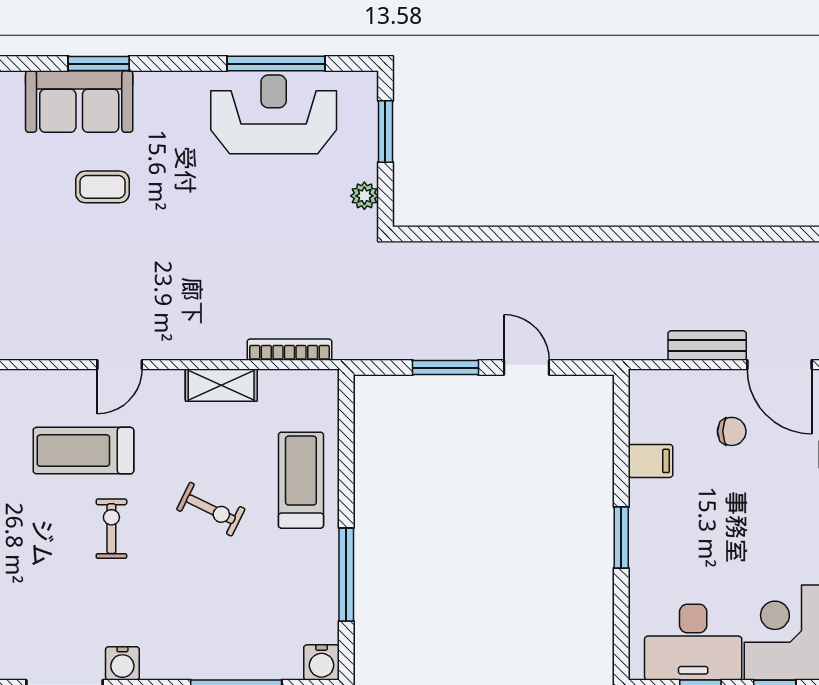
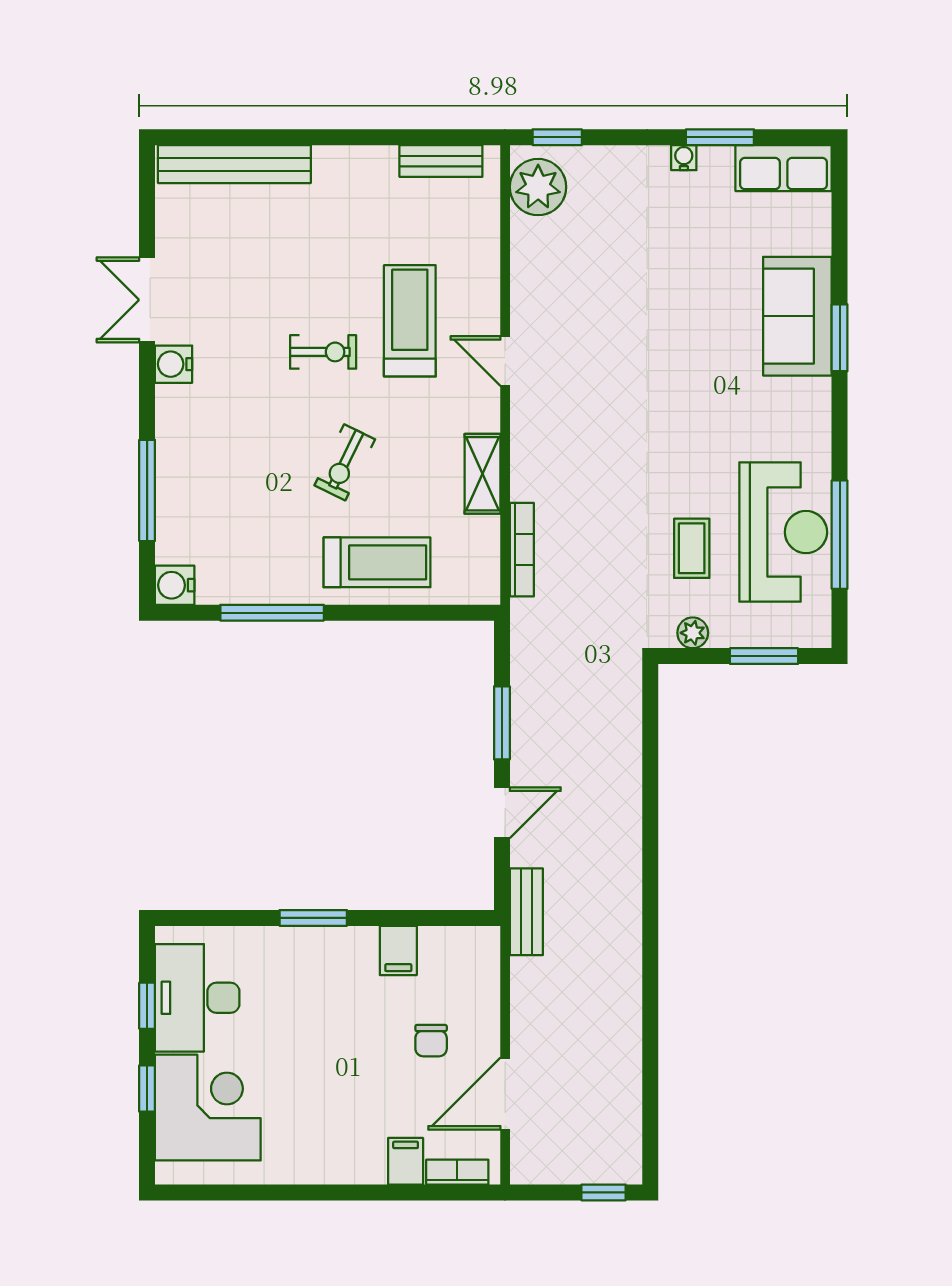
coffee table: (102, 187) -> (692, 548), moved
bench: (707, 346) -> (526, 912), moved

